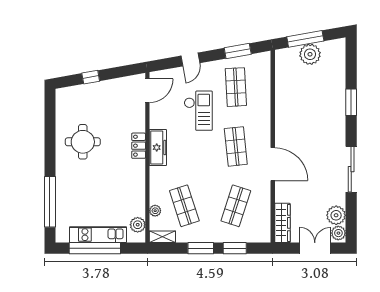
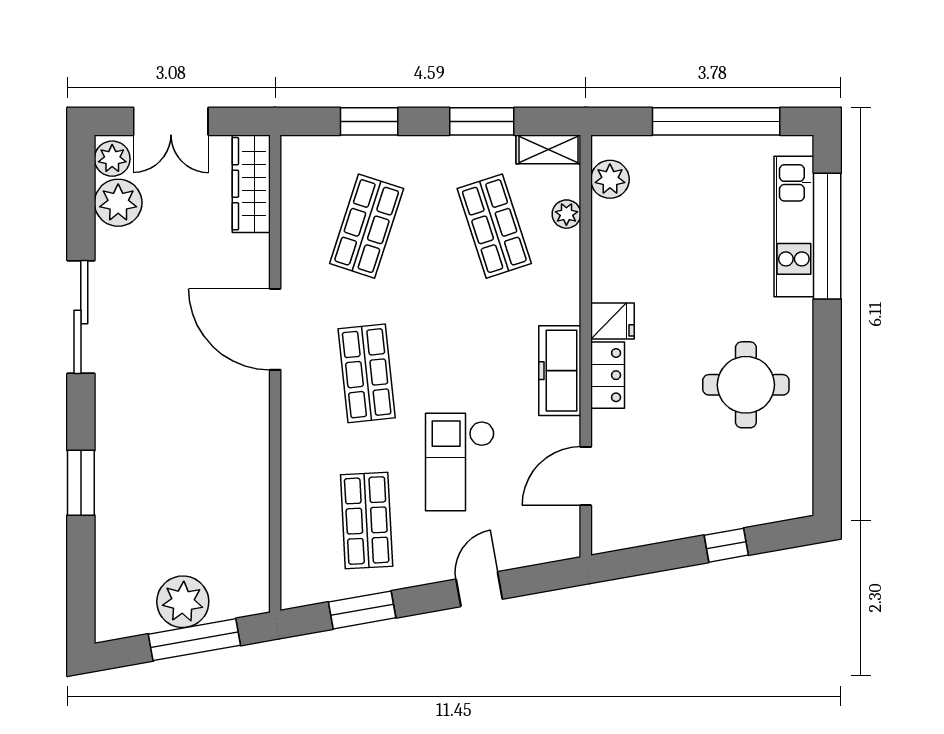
door: (147, 91) -> (586, 476), moved
fridge: (137, 168) -> (613, 321), added
kitchen unit: (98, 235) -> (794, 227), moved, turned 90
window: (201, 248) -> (482, 121), moved

